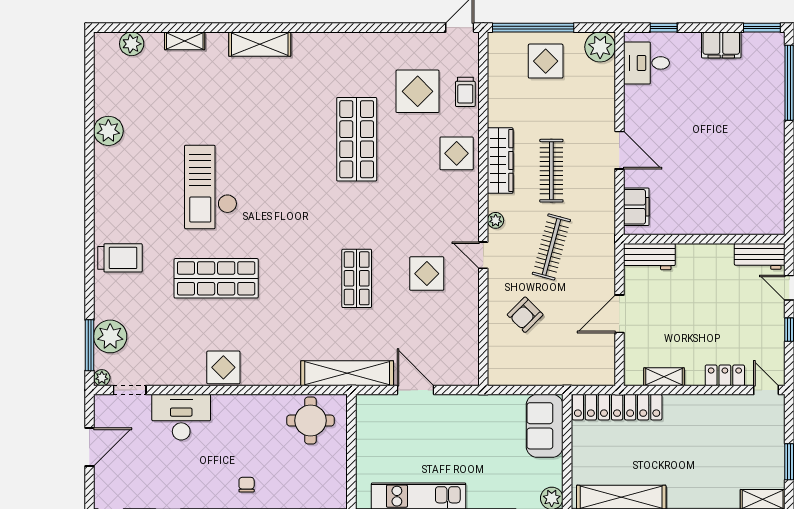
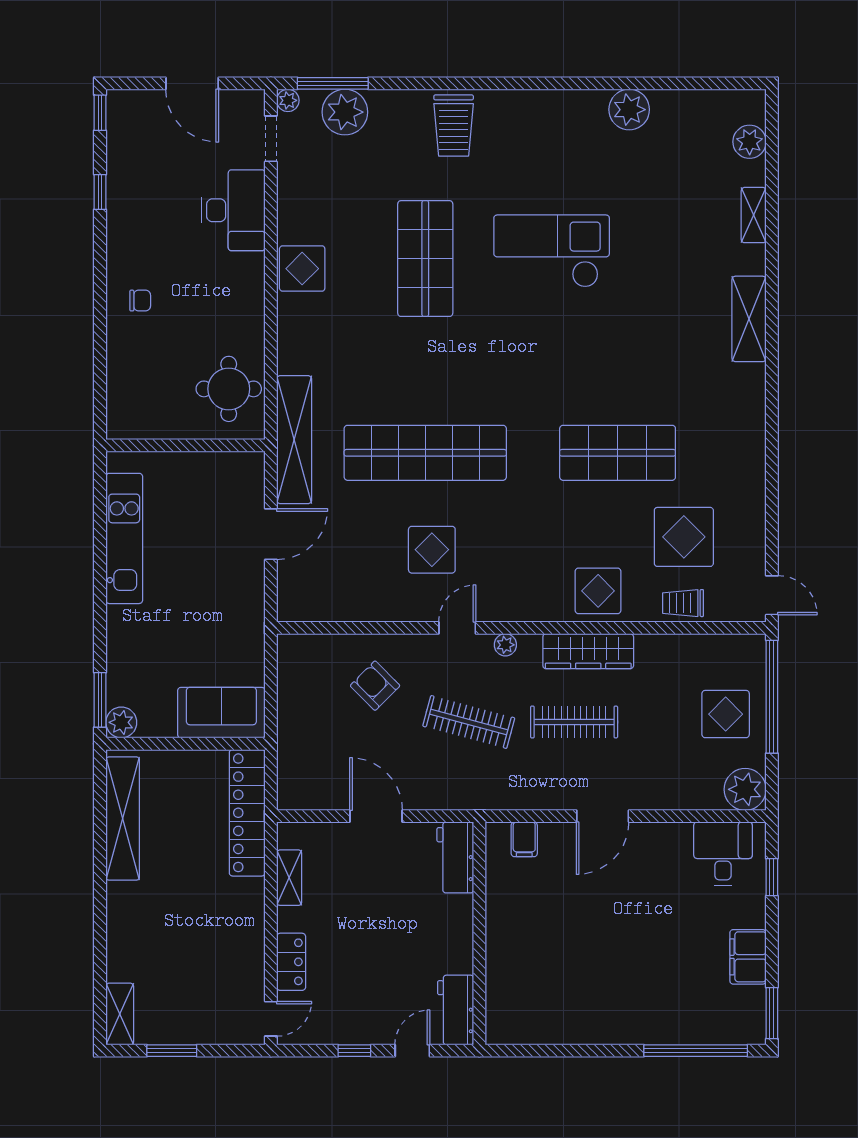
filing cabinet: (636, 207) -> (524, 839), width x0.50
shop shelf: (357, 278) -> (425, 453), width x2.00, depth x1.36

